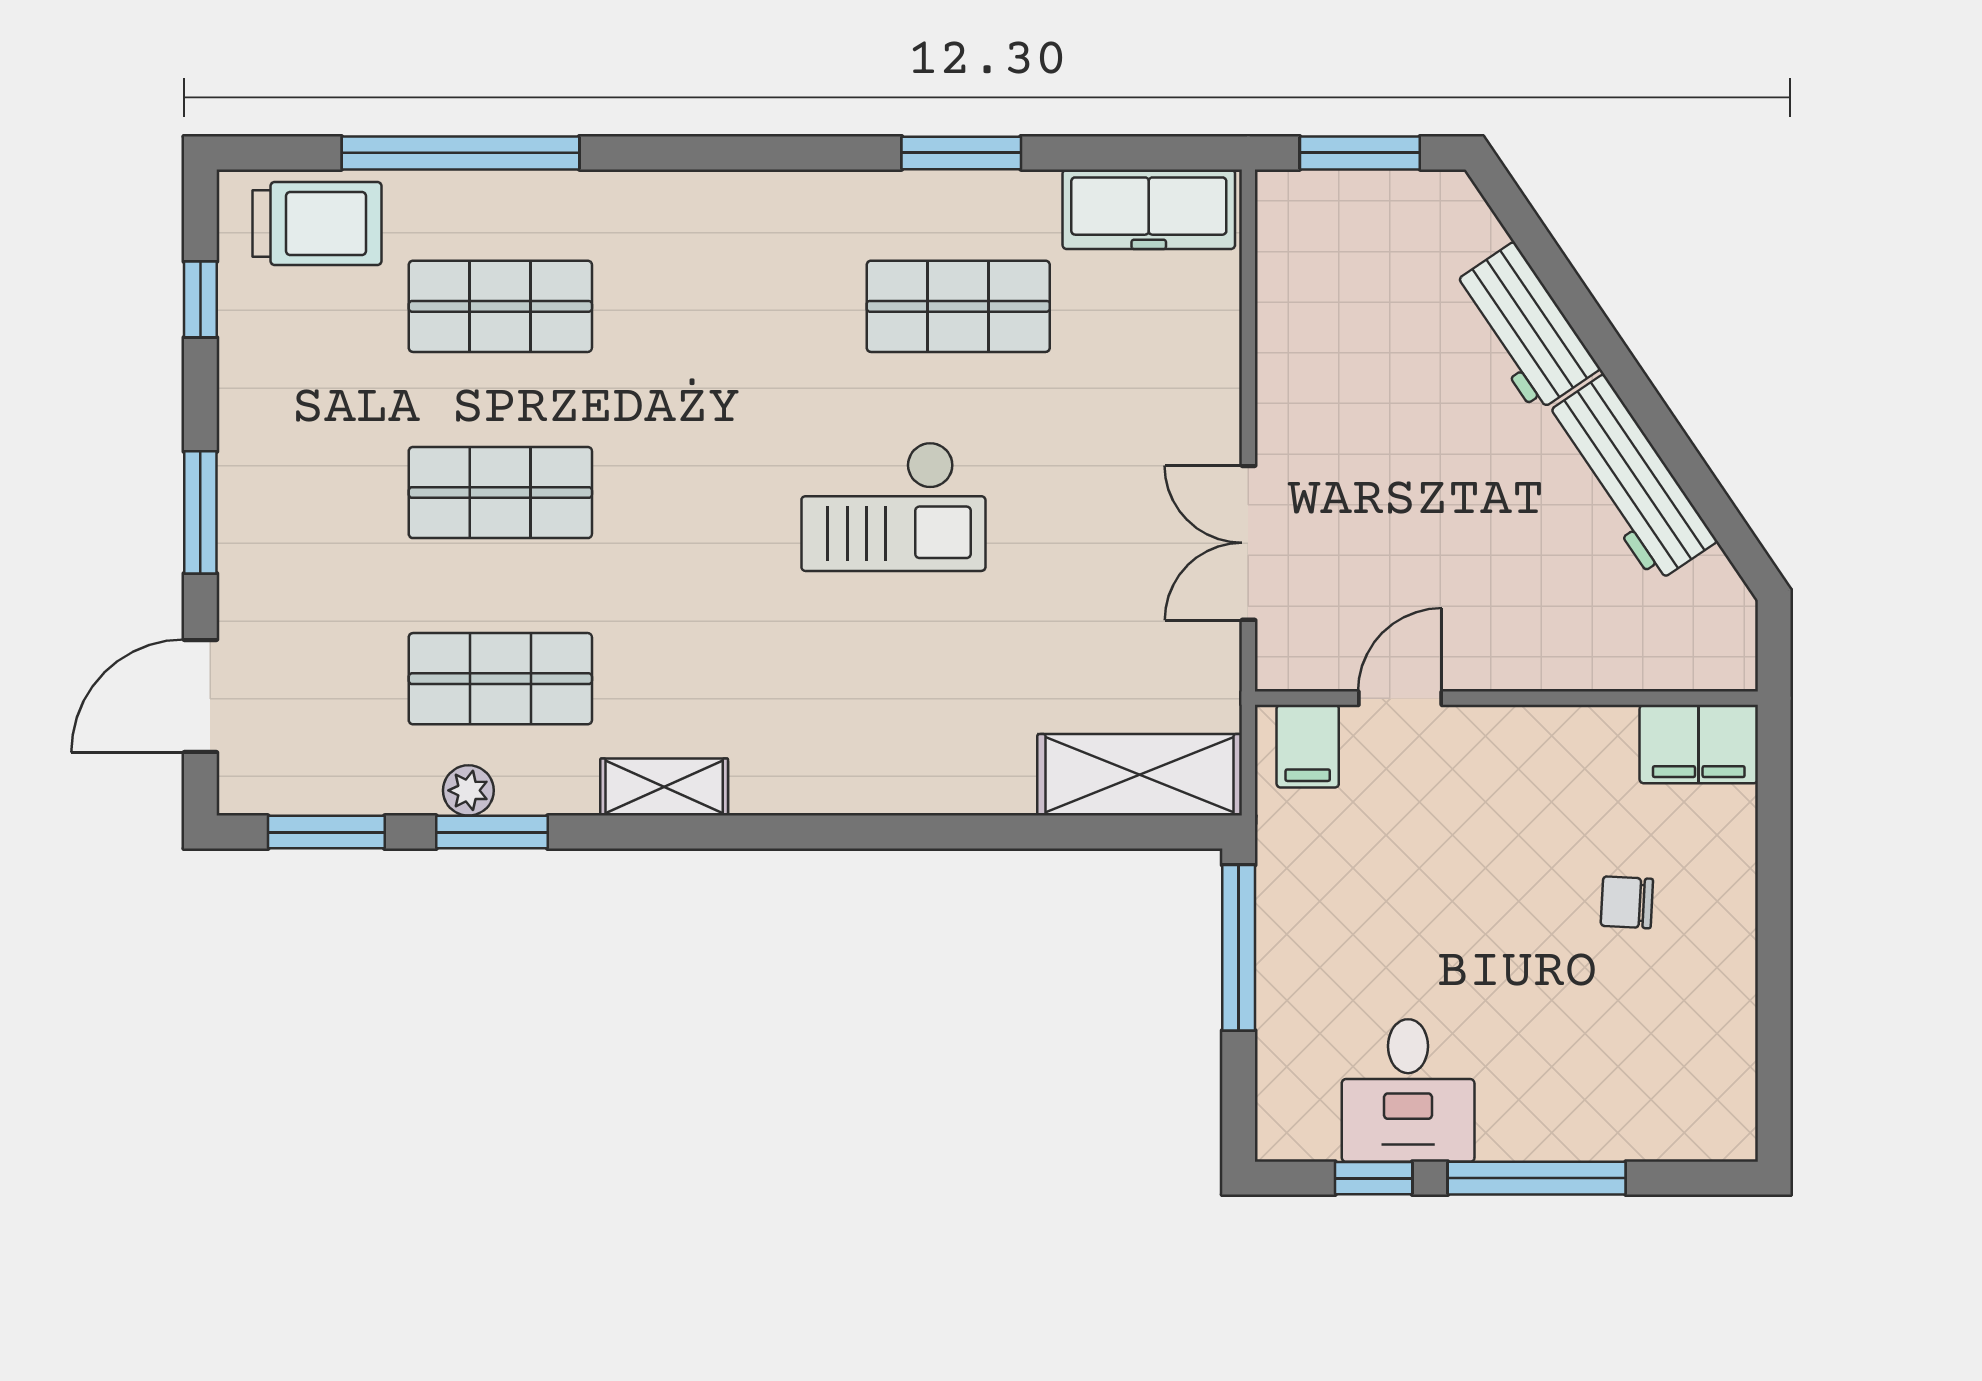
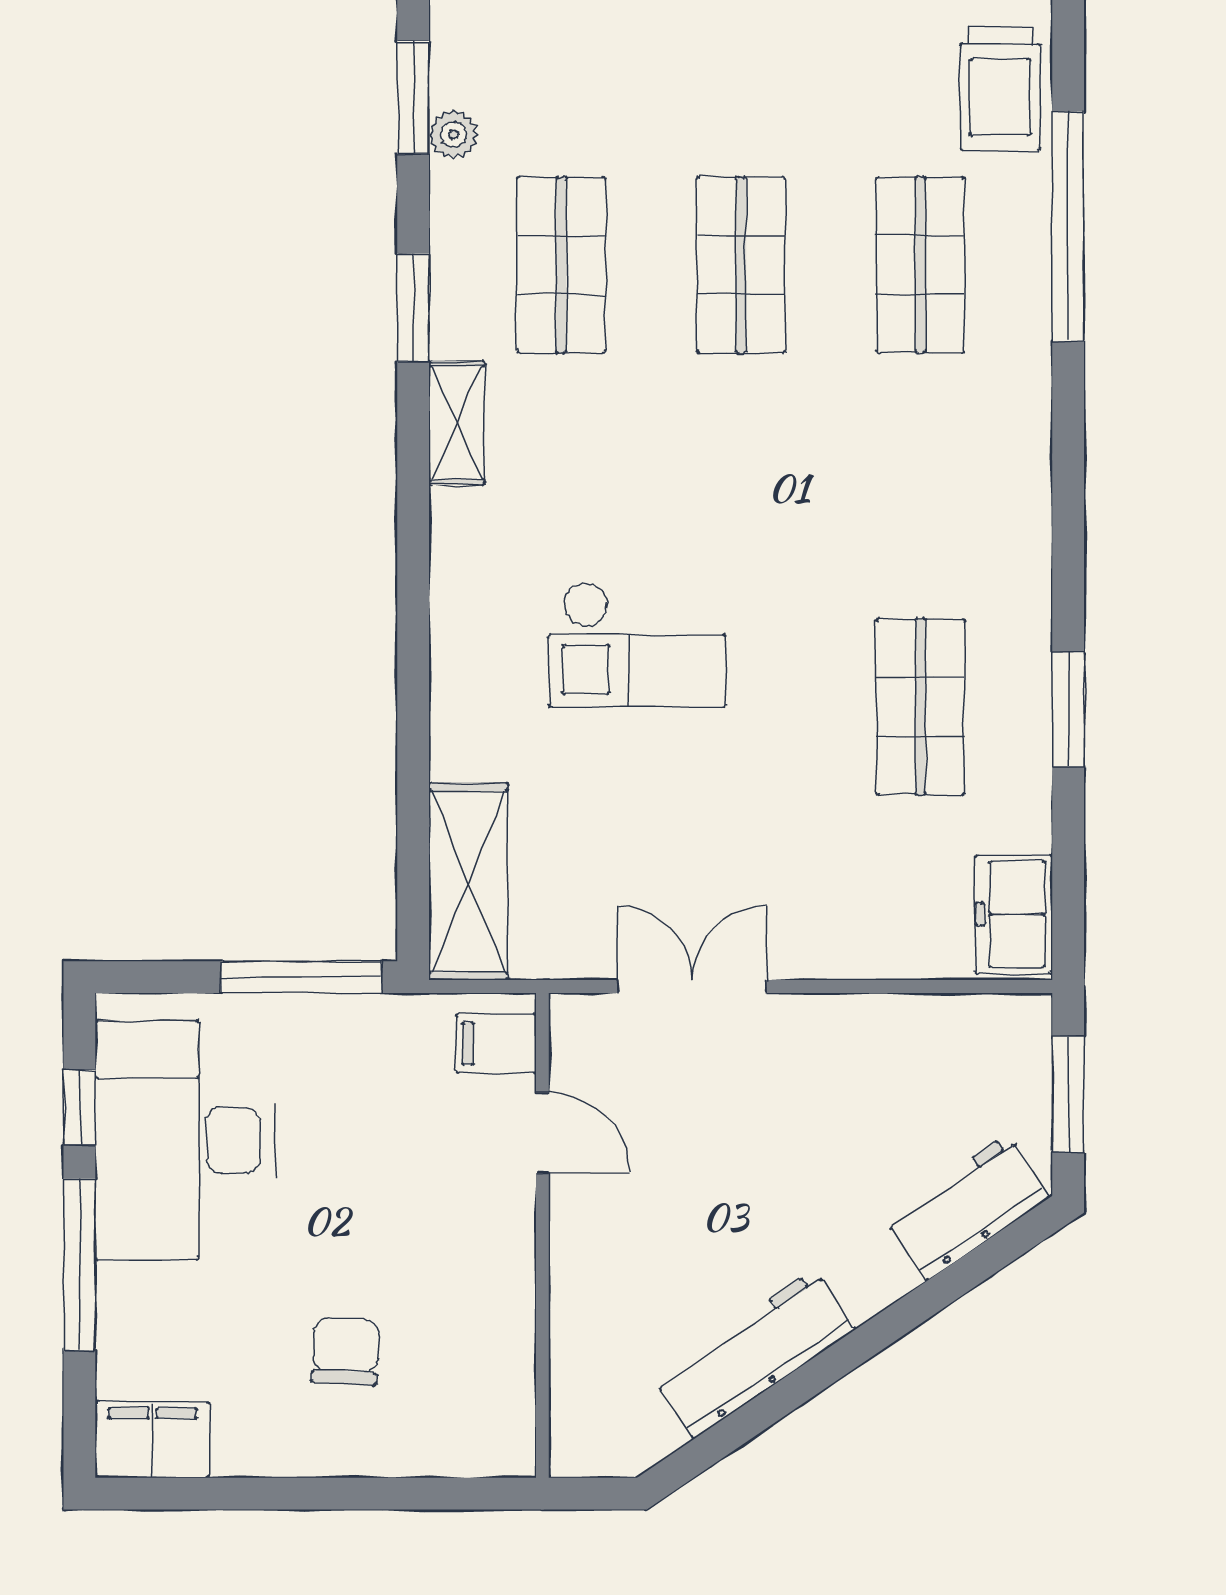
freezer: (1149, 209) -> (1014, 914), width x0.71
workbench: (1524, 327) -> (967, 1208), moved
checkout: (893, 506) -> (637, 645), moved, turned -90
filing cabinet: (1699, 744) -> (153, 1440), moved, turned 90
plant: (468, 790) -> (453, 134), moved
window: (492, 832) -> (413, 308), moved
chair: (1627, 902) -> (345, 1351), width x1.37, depth x1.37
desk: (1408, 1090) -> (185, 1140), width x1.87, depth x1.30

